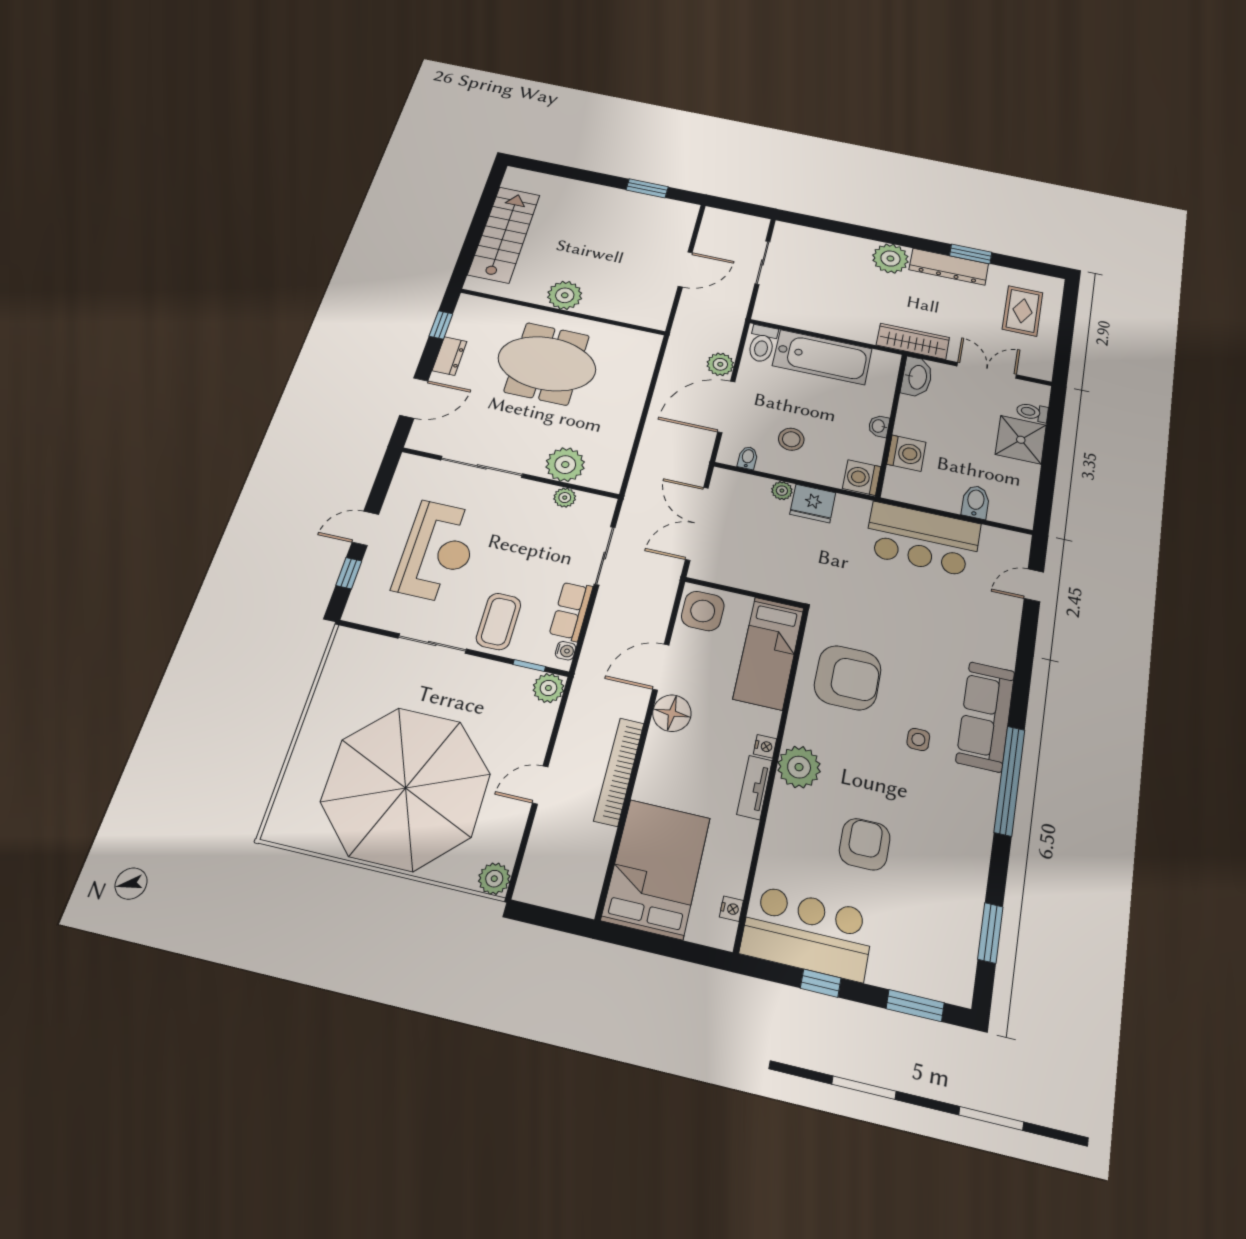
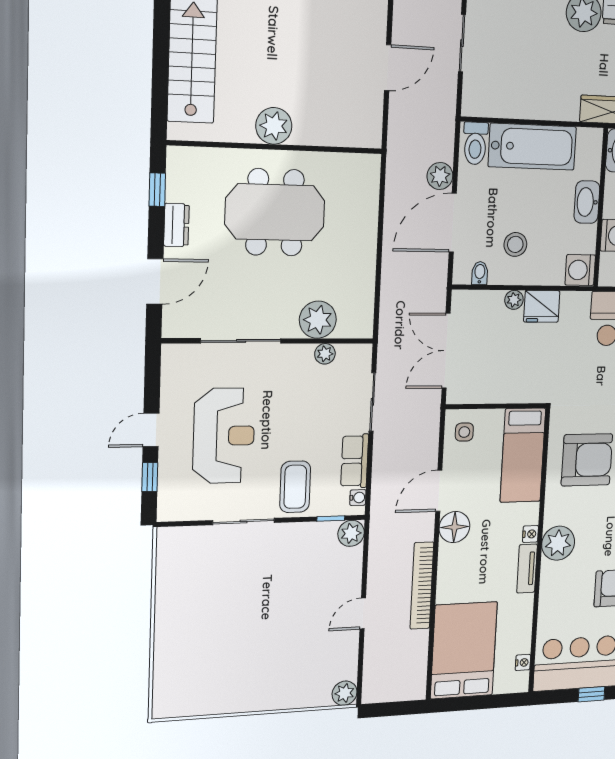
washbasin: (879, 426) -> (587, 202), width x1.91, depth x1.45
side table: (703, 611) -> (464, 432), width x0.54, depth x0.54
parasol: (406, 788) -> (257, 646), removed

